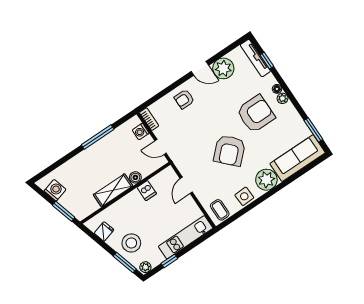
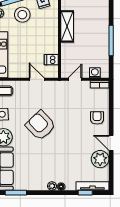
door: (200, 68) -> (111, 143), hinge flipped
armchair: (256, 114) -> (54, 160), removed
boiler: (135, 177) -> (66, 48), removed
dishwasher: (147, 191) -> (51, 60), moved

